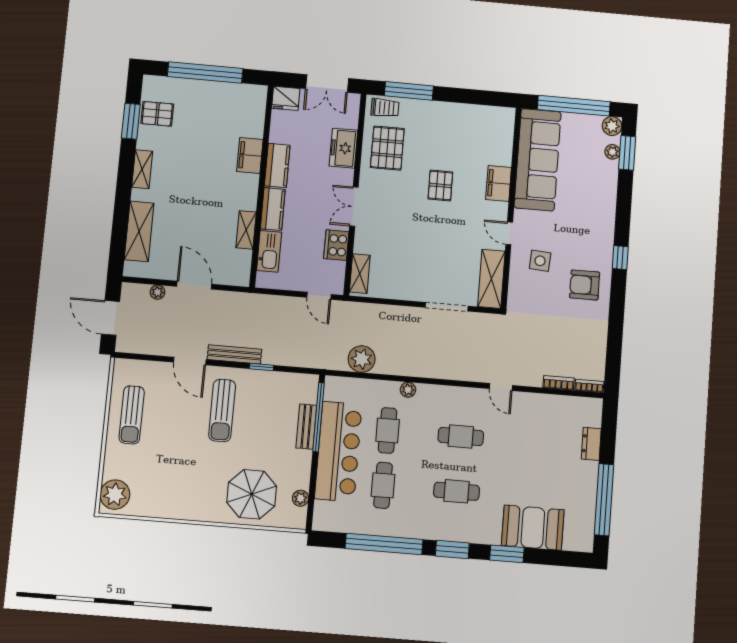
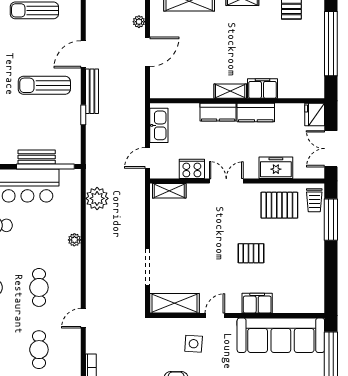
shelving: (246, 230) -> (230, 91), moved
kitchen sink: (269, 251) -> (159, 125), moved, turned -90
cafe table: (388, 430) -> (39, 350), moved, turned 90

